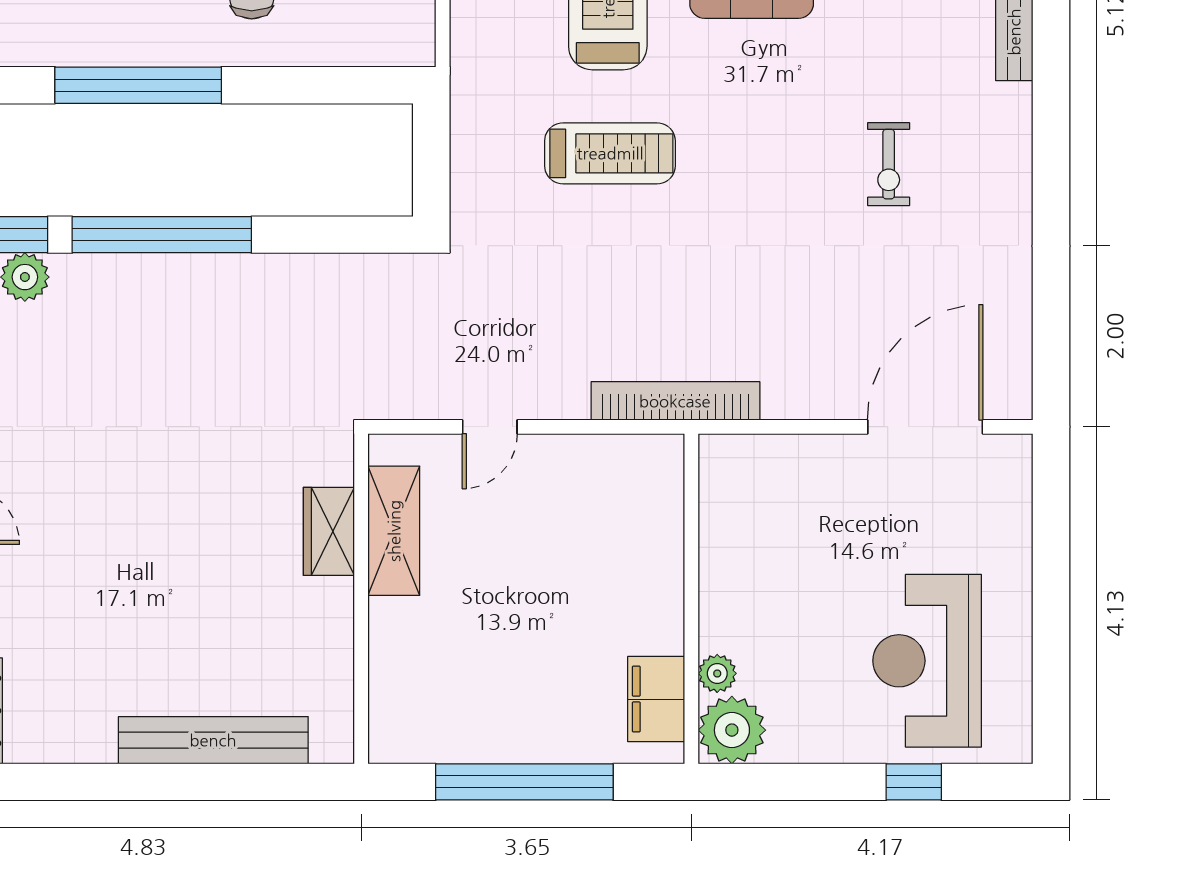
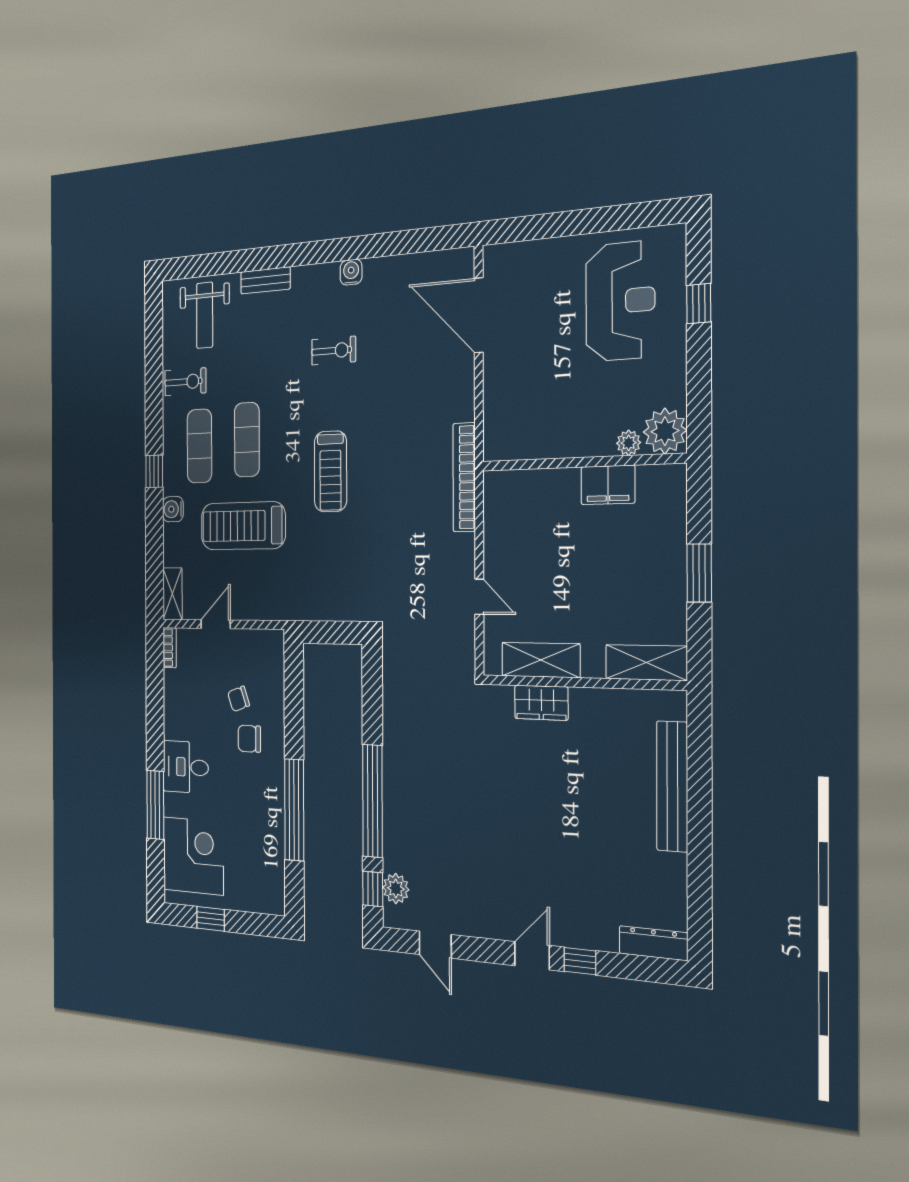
treadmill: (610, 153) -> (330, 471), moved, turned 180
water cooler: (1013, 197) -> (351, 272), added
reception desk: (927, 661) -> (620, 301), turned -90
filing cabinet: (656, 699) -> (608, 485), moved
shelving: (393, 701) -> (646, 663), added
window: (524, 782) -> (699, 573), width x0.47

